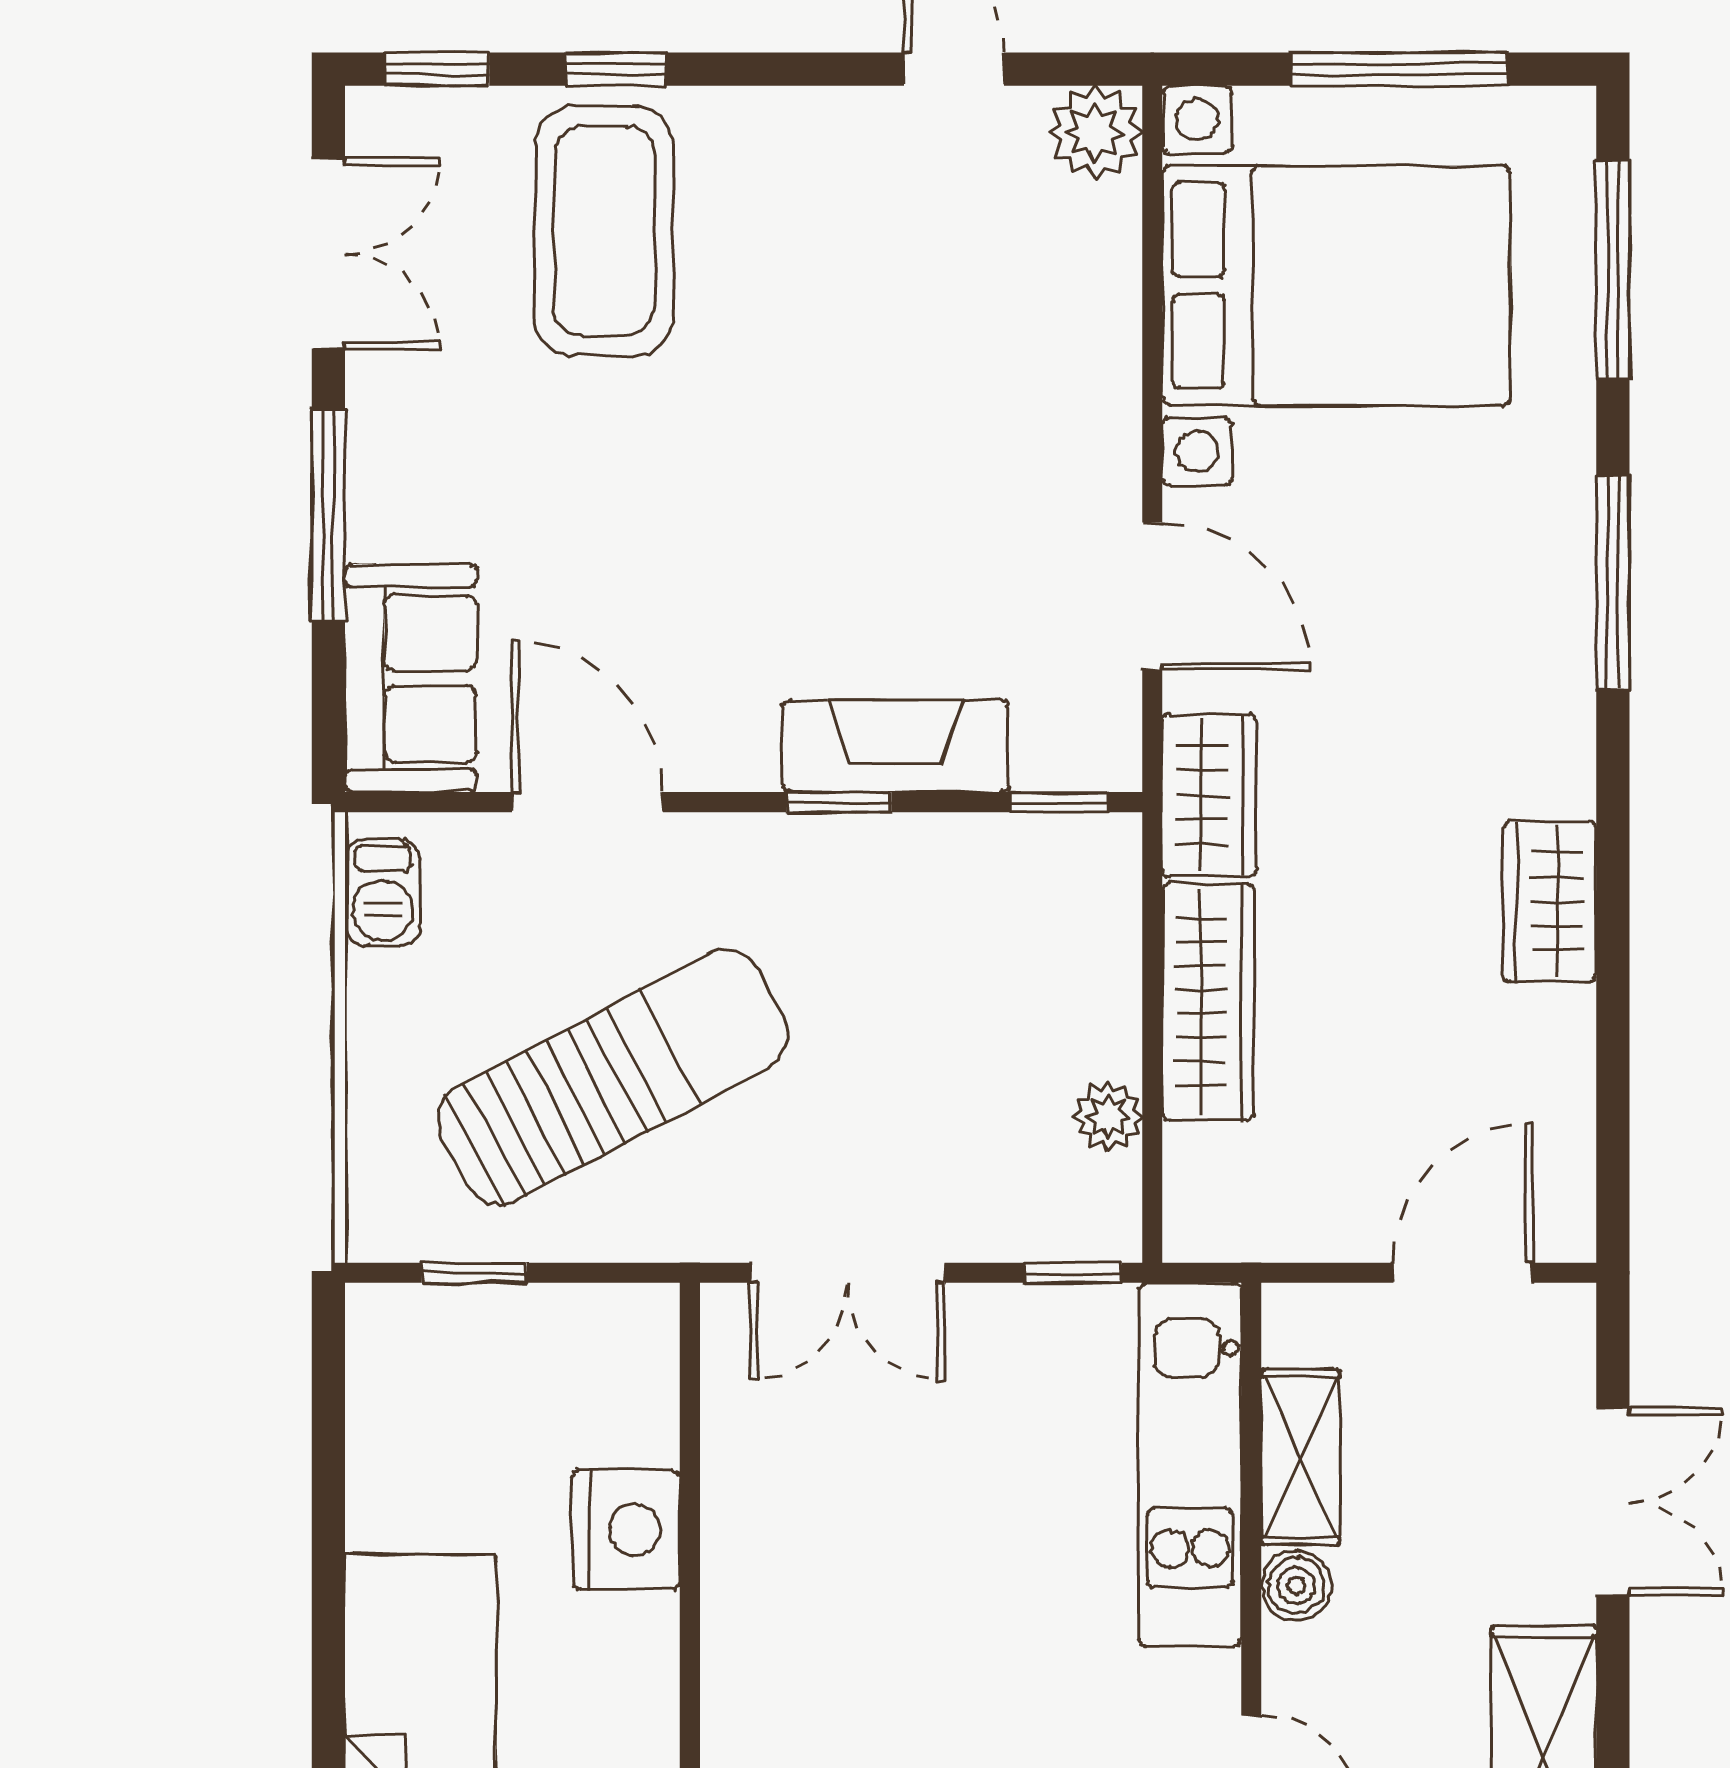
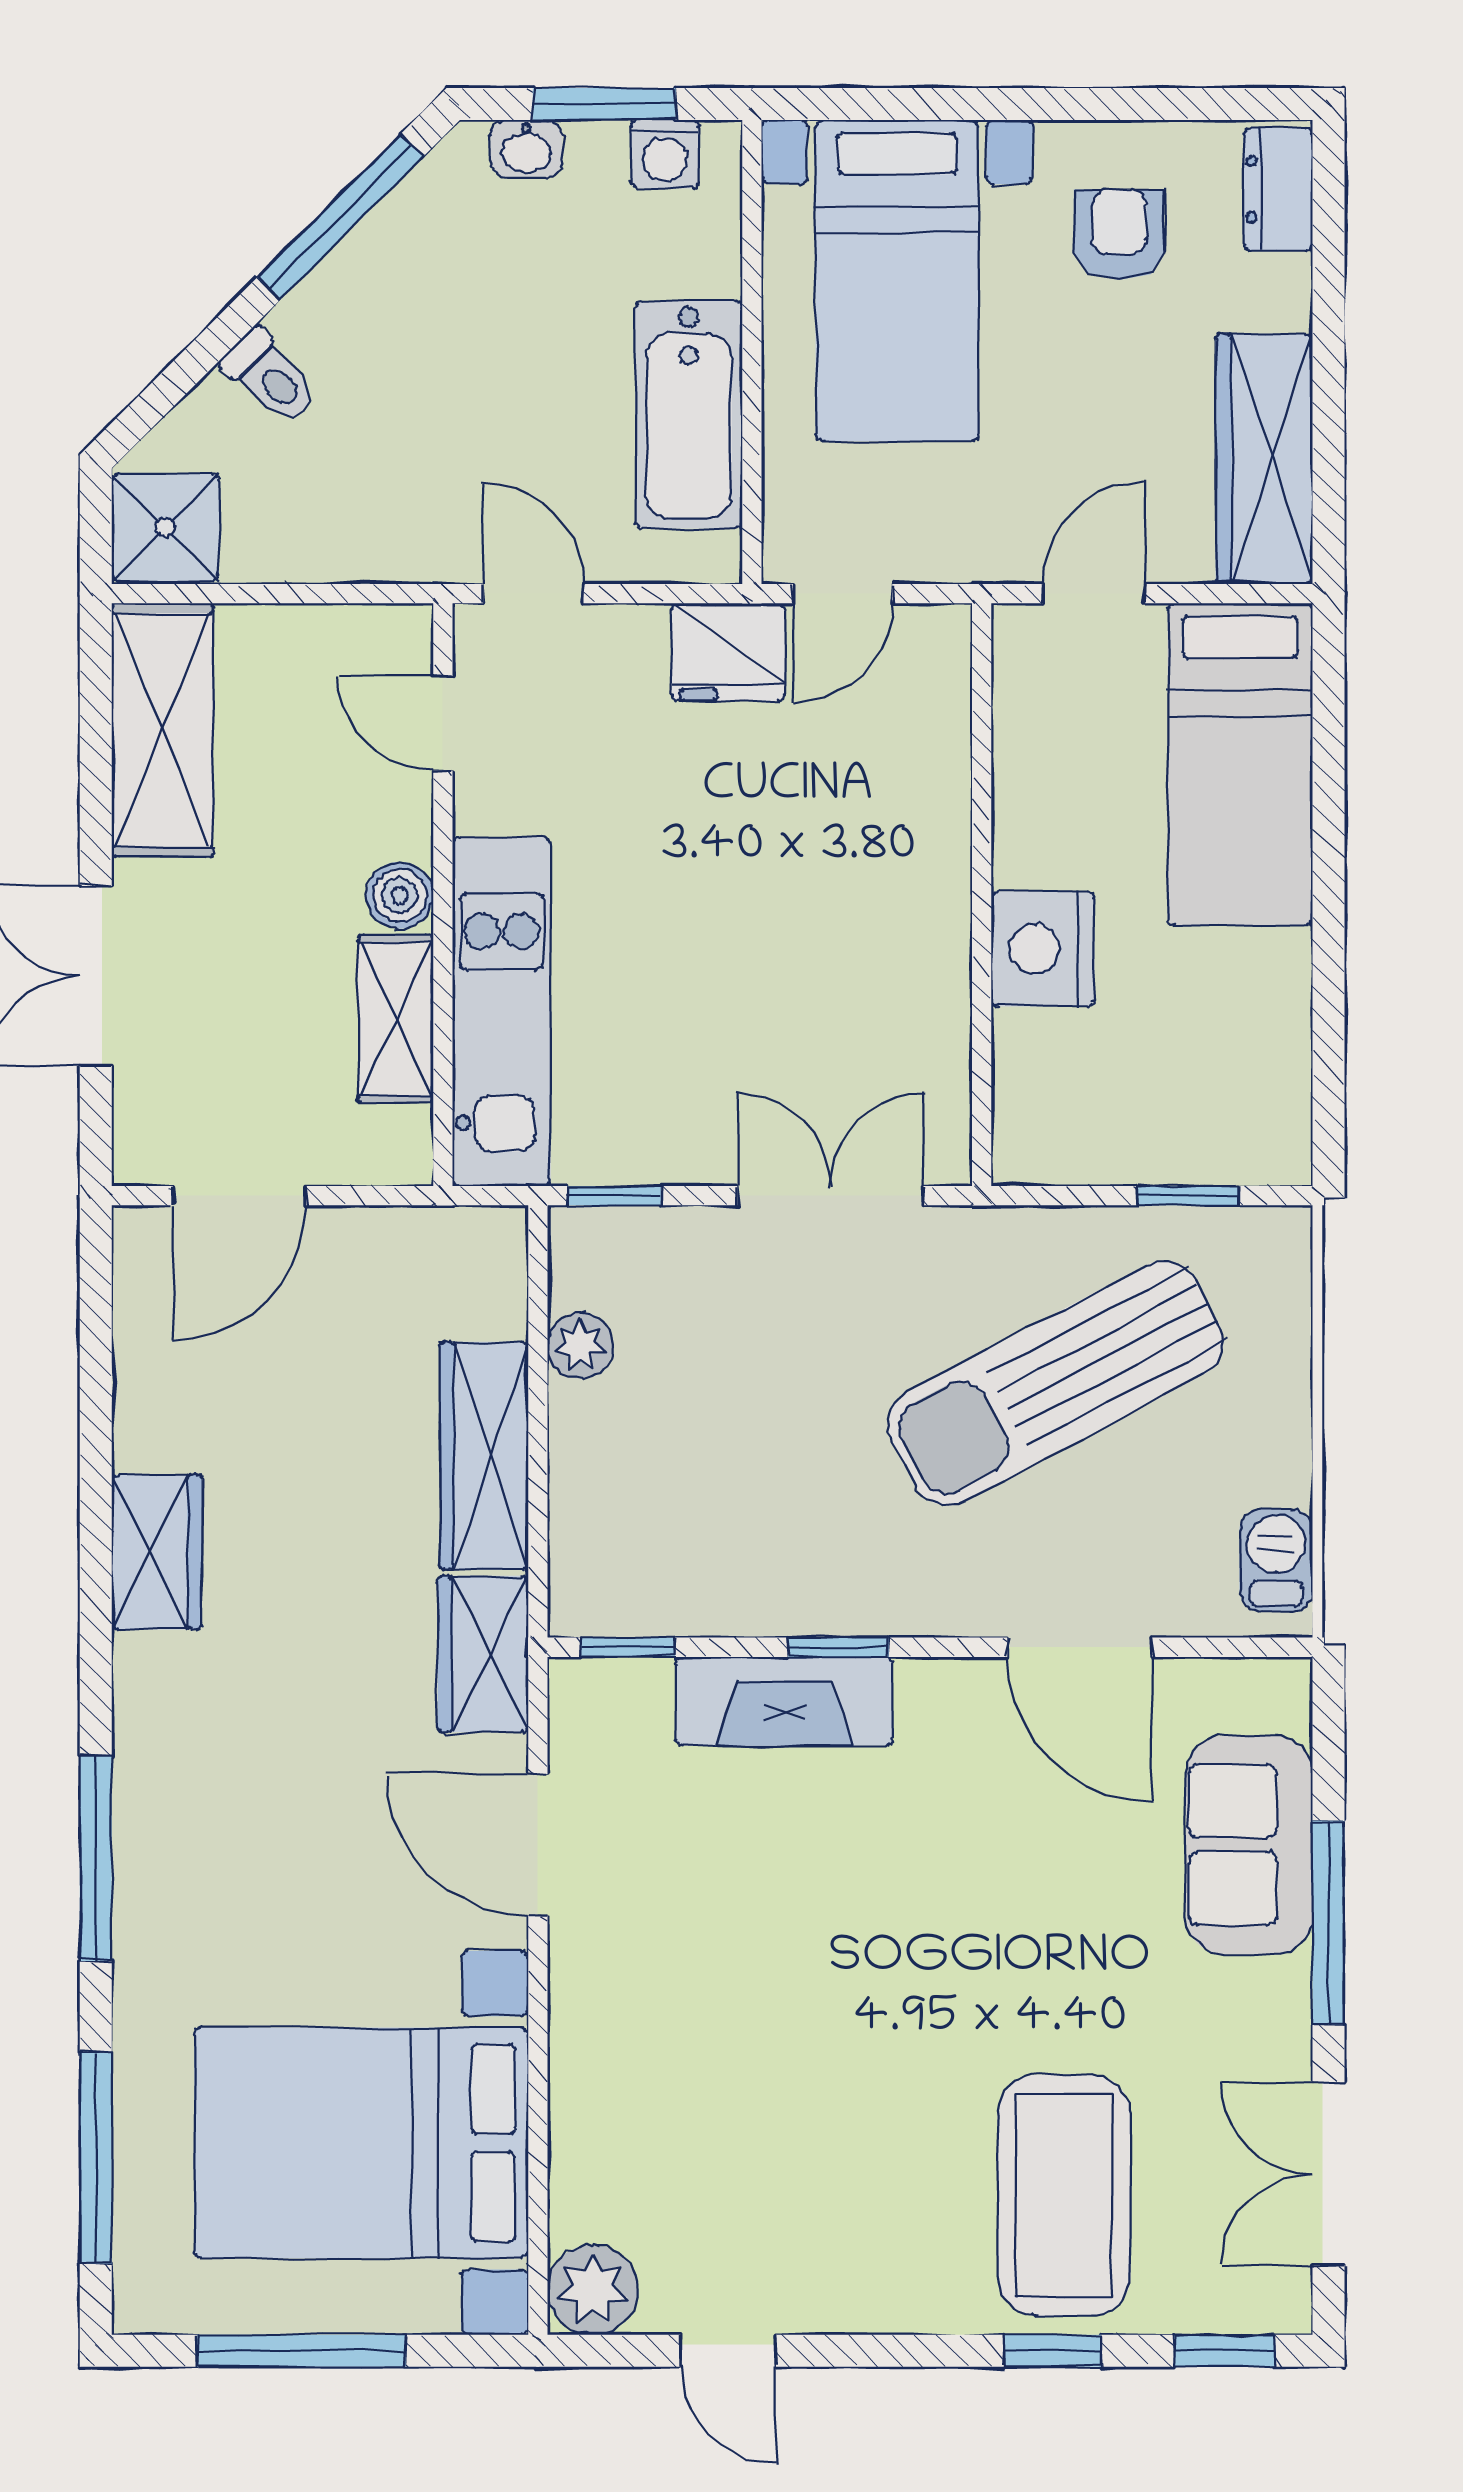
sofa: (411, 678) -> (1249, 1845), moved

